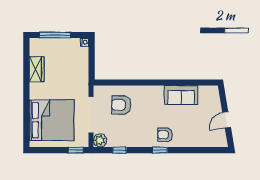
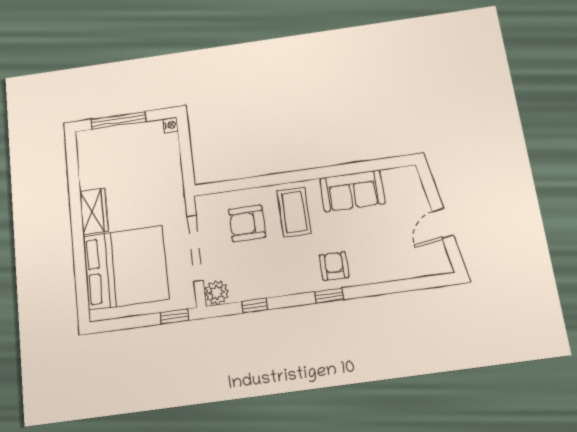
wardrobe: (37, 69) -> (94, 211), moved
coffee table: (148, 102) -> (294, 212), added
armchair: (165, 135) -> (334, 266), turned 90

